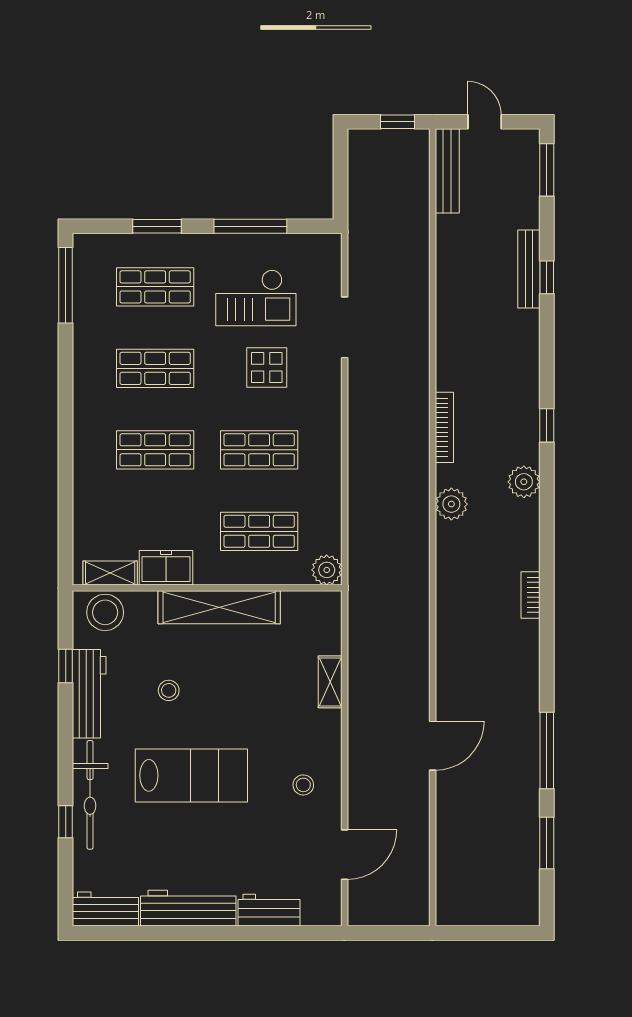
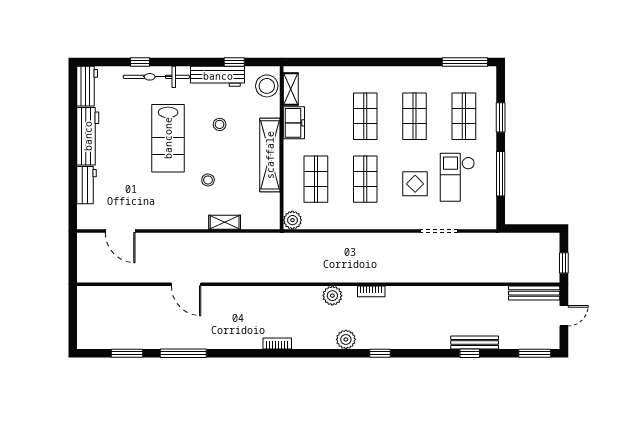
bookcase: (444, 427) -> (371, 291), width x0.64
stool: (303, 785) -> (208, 180), moved

